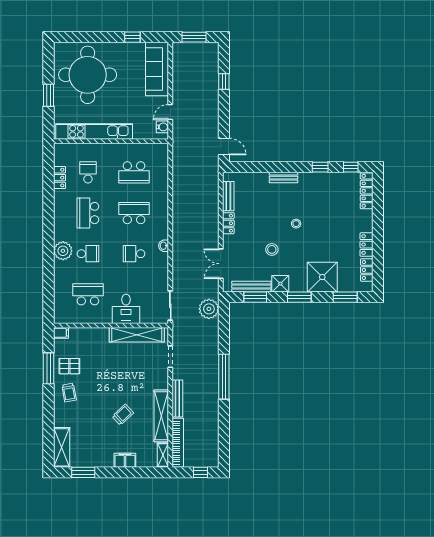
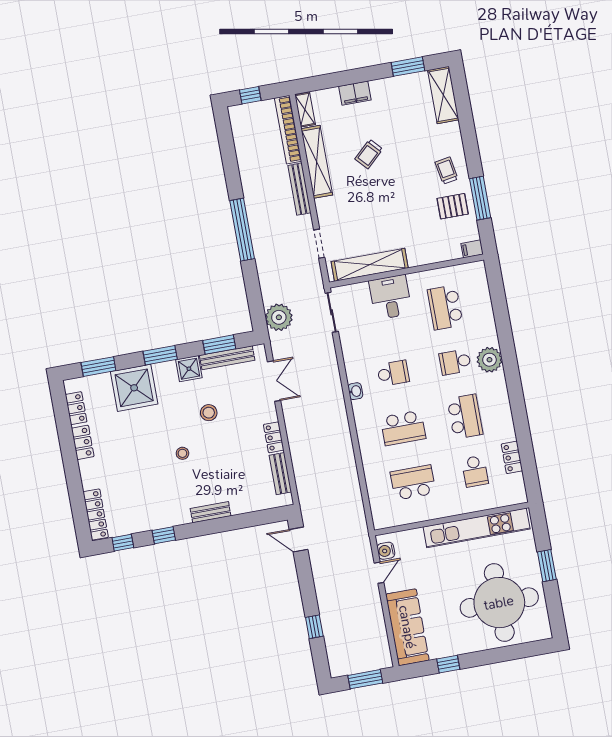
school desk: (88, 294) -> (445, 307), turned 90

